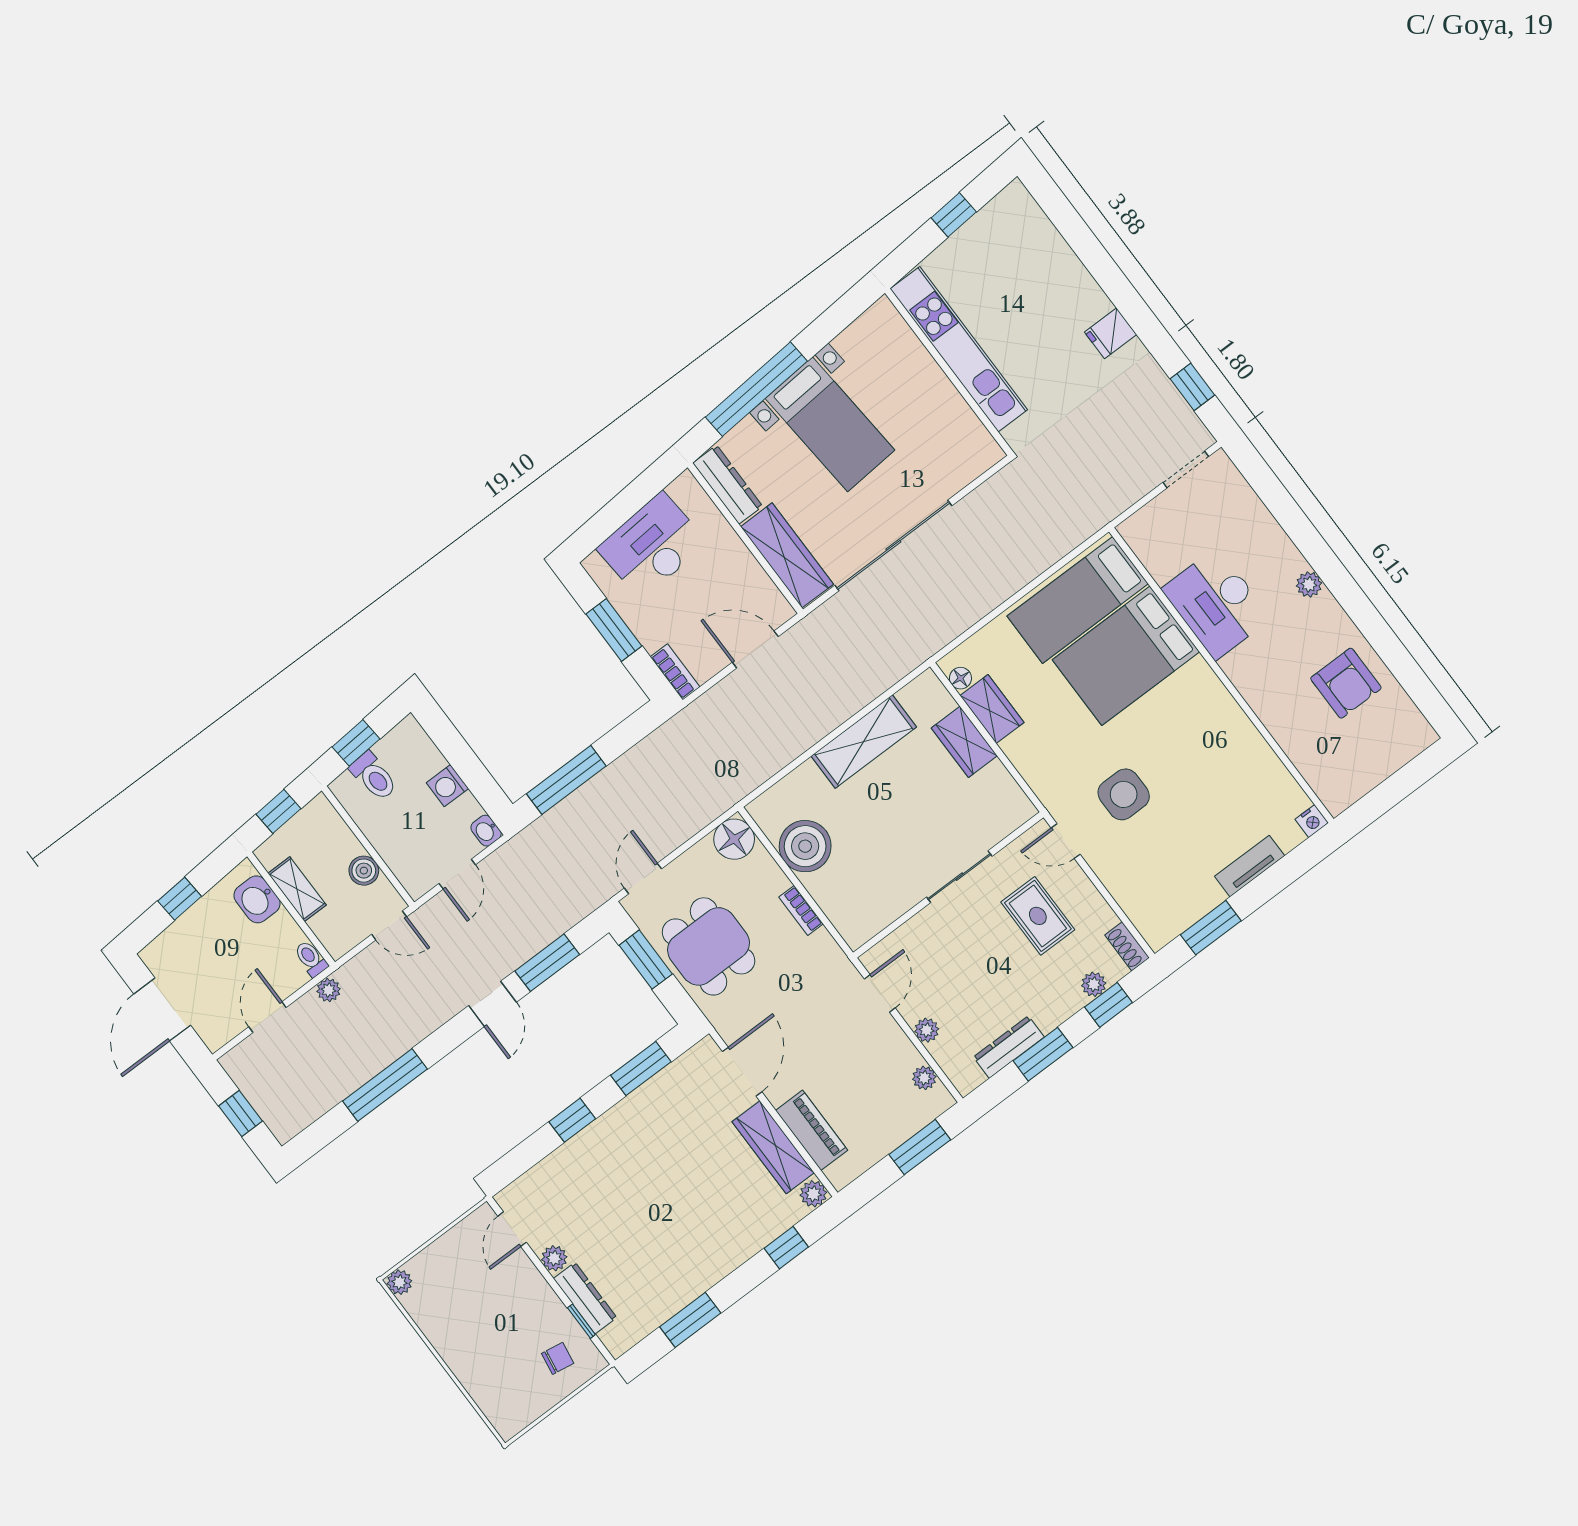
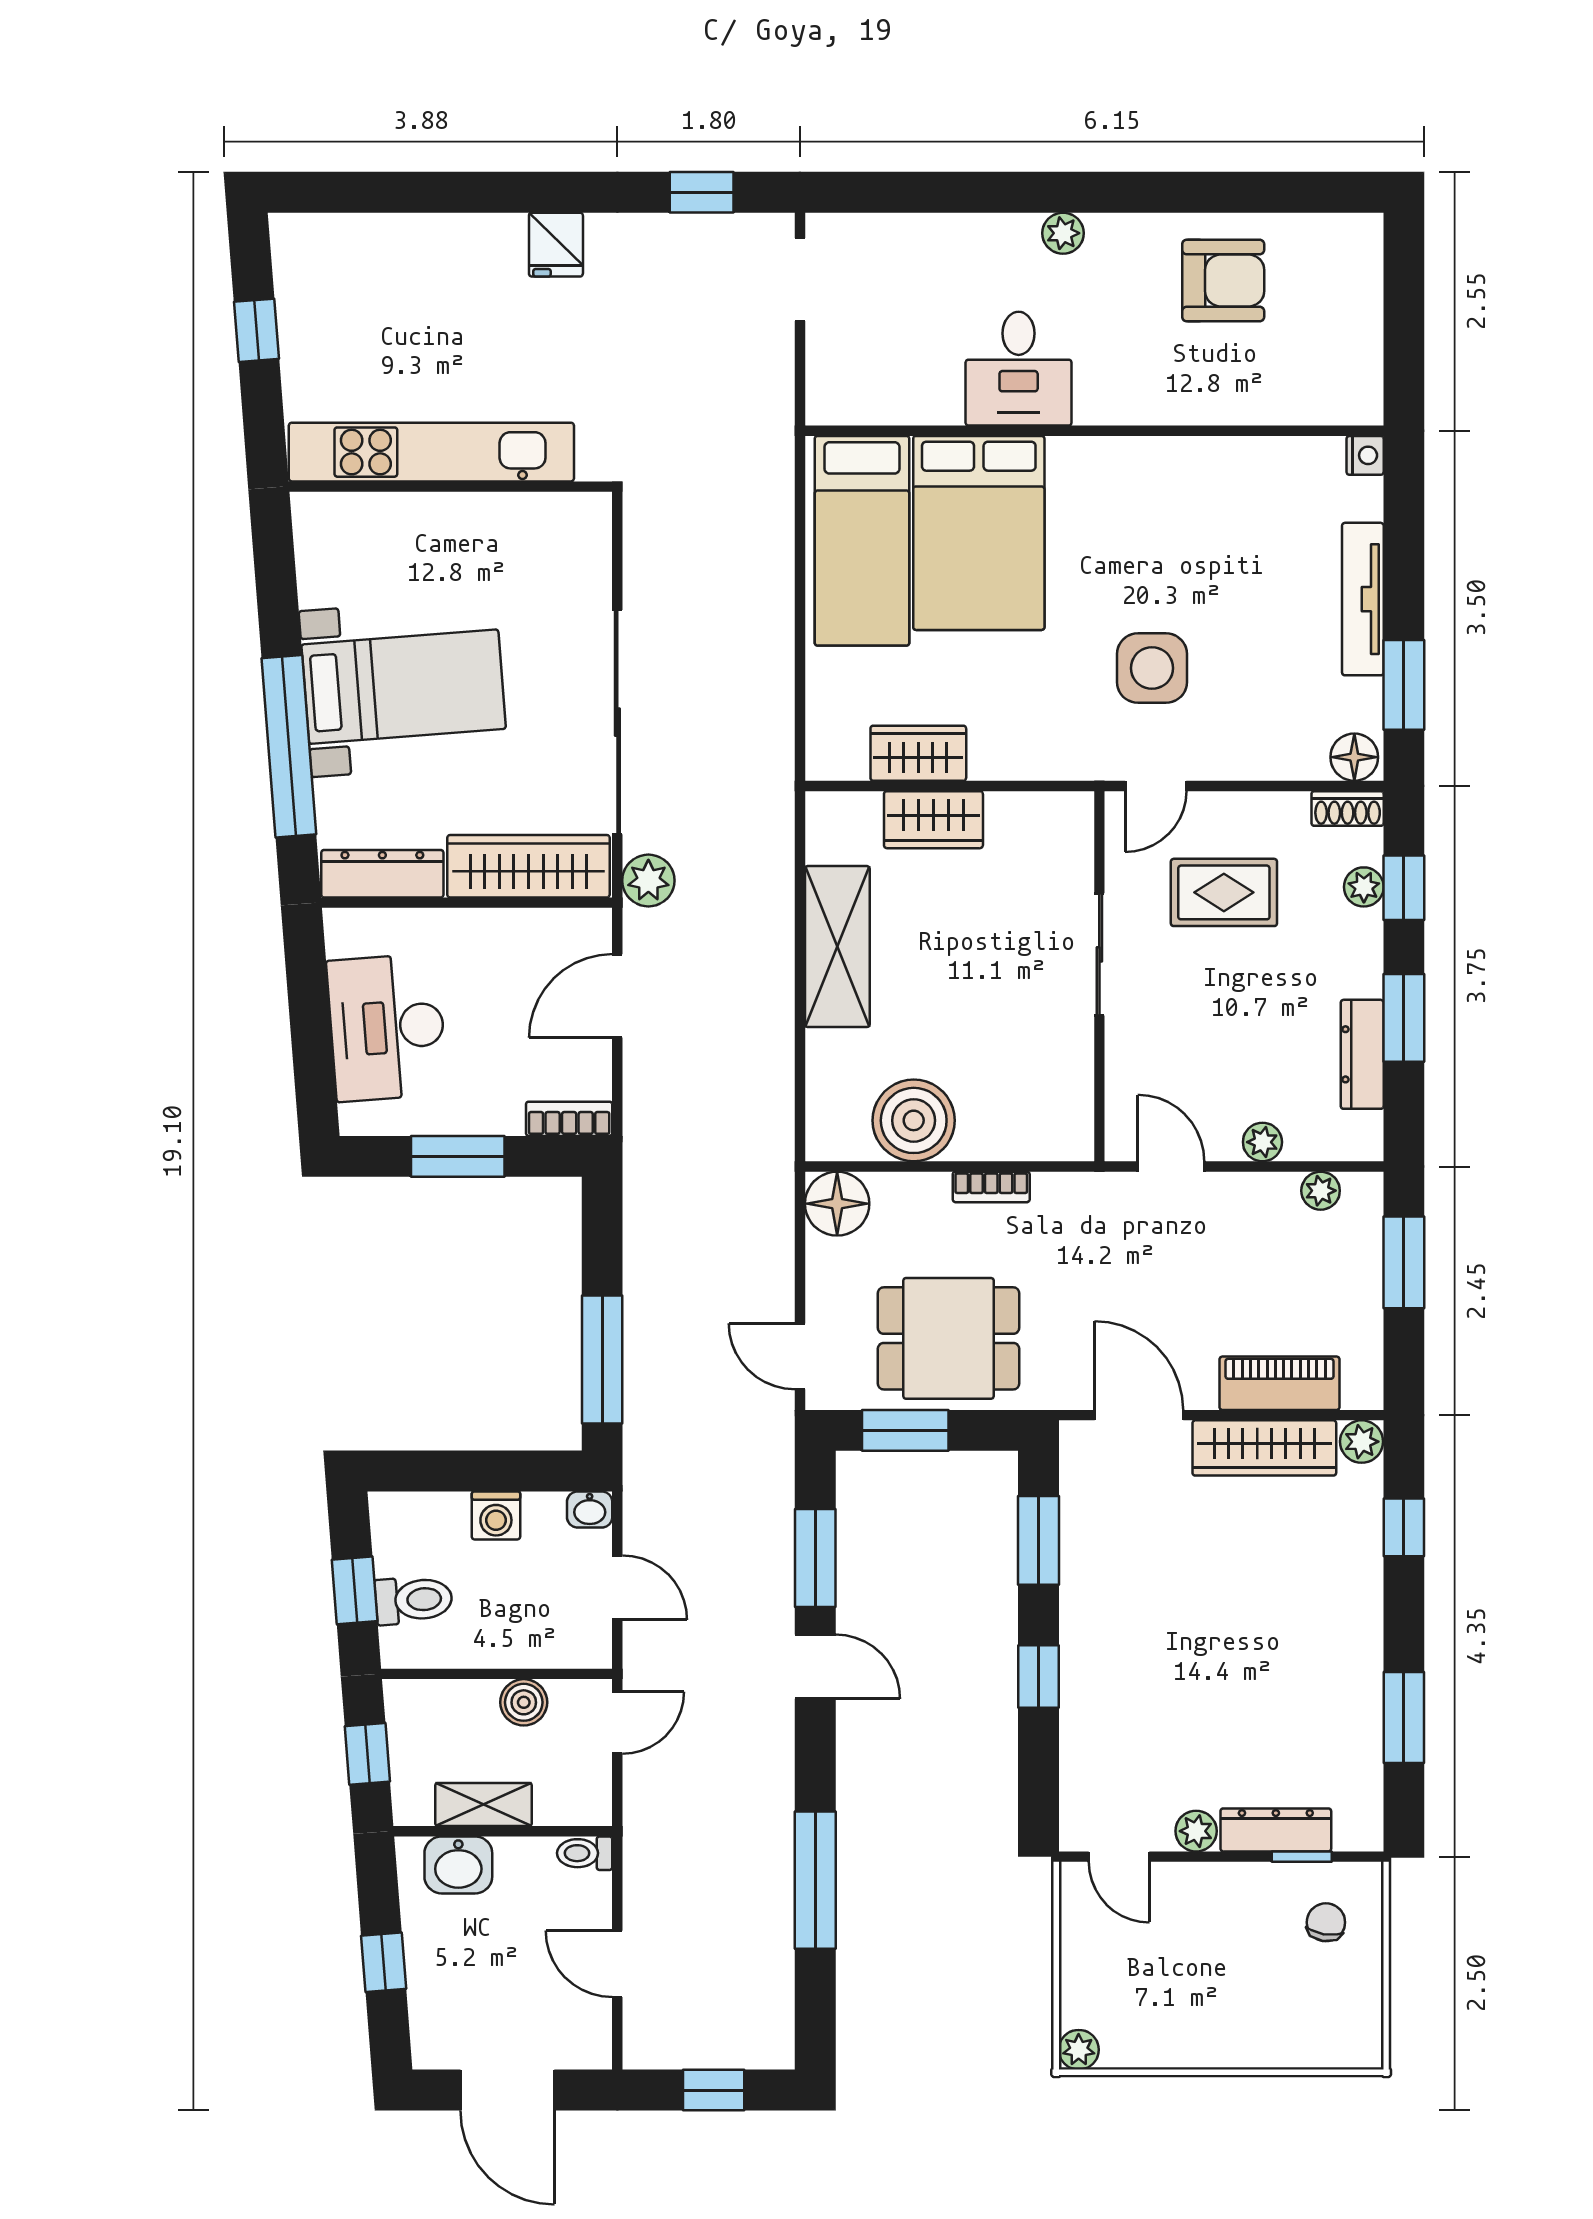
desk: (1216, 604) -> (1019, 369), width x0.73
floor lamp: (960, 678) -> (1354, 757), moved, width x1.37, depth x1.37
tv unit: (1250, 866) -> (1363, 599), width x1.41
plant: (329, 990) -> (648, 881), moved, width x1.38, depth x1.38

